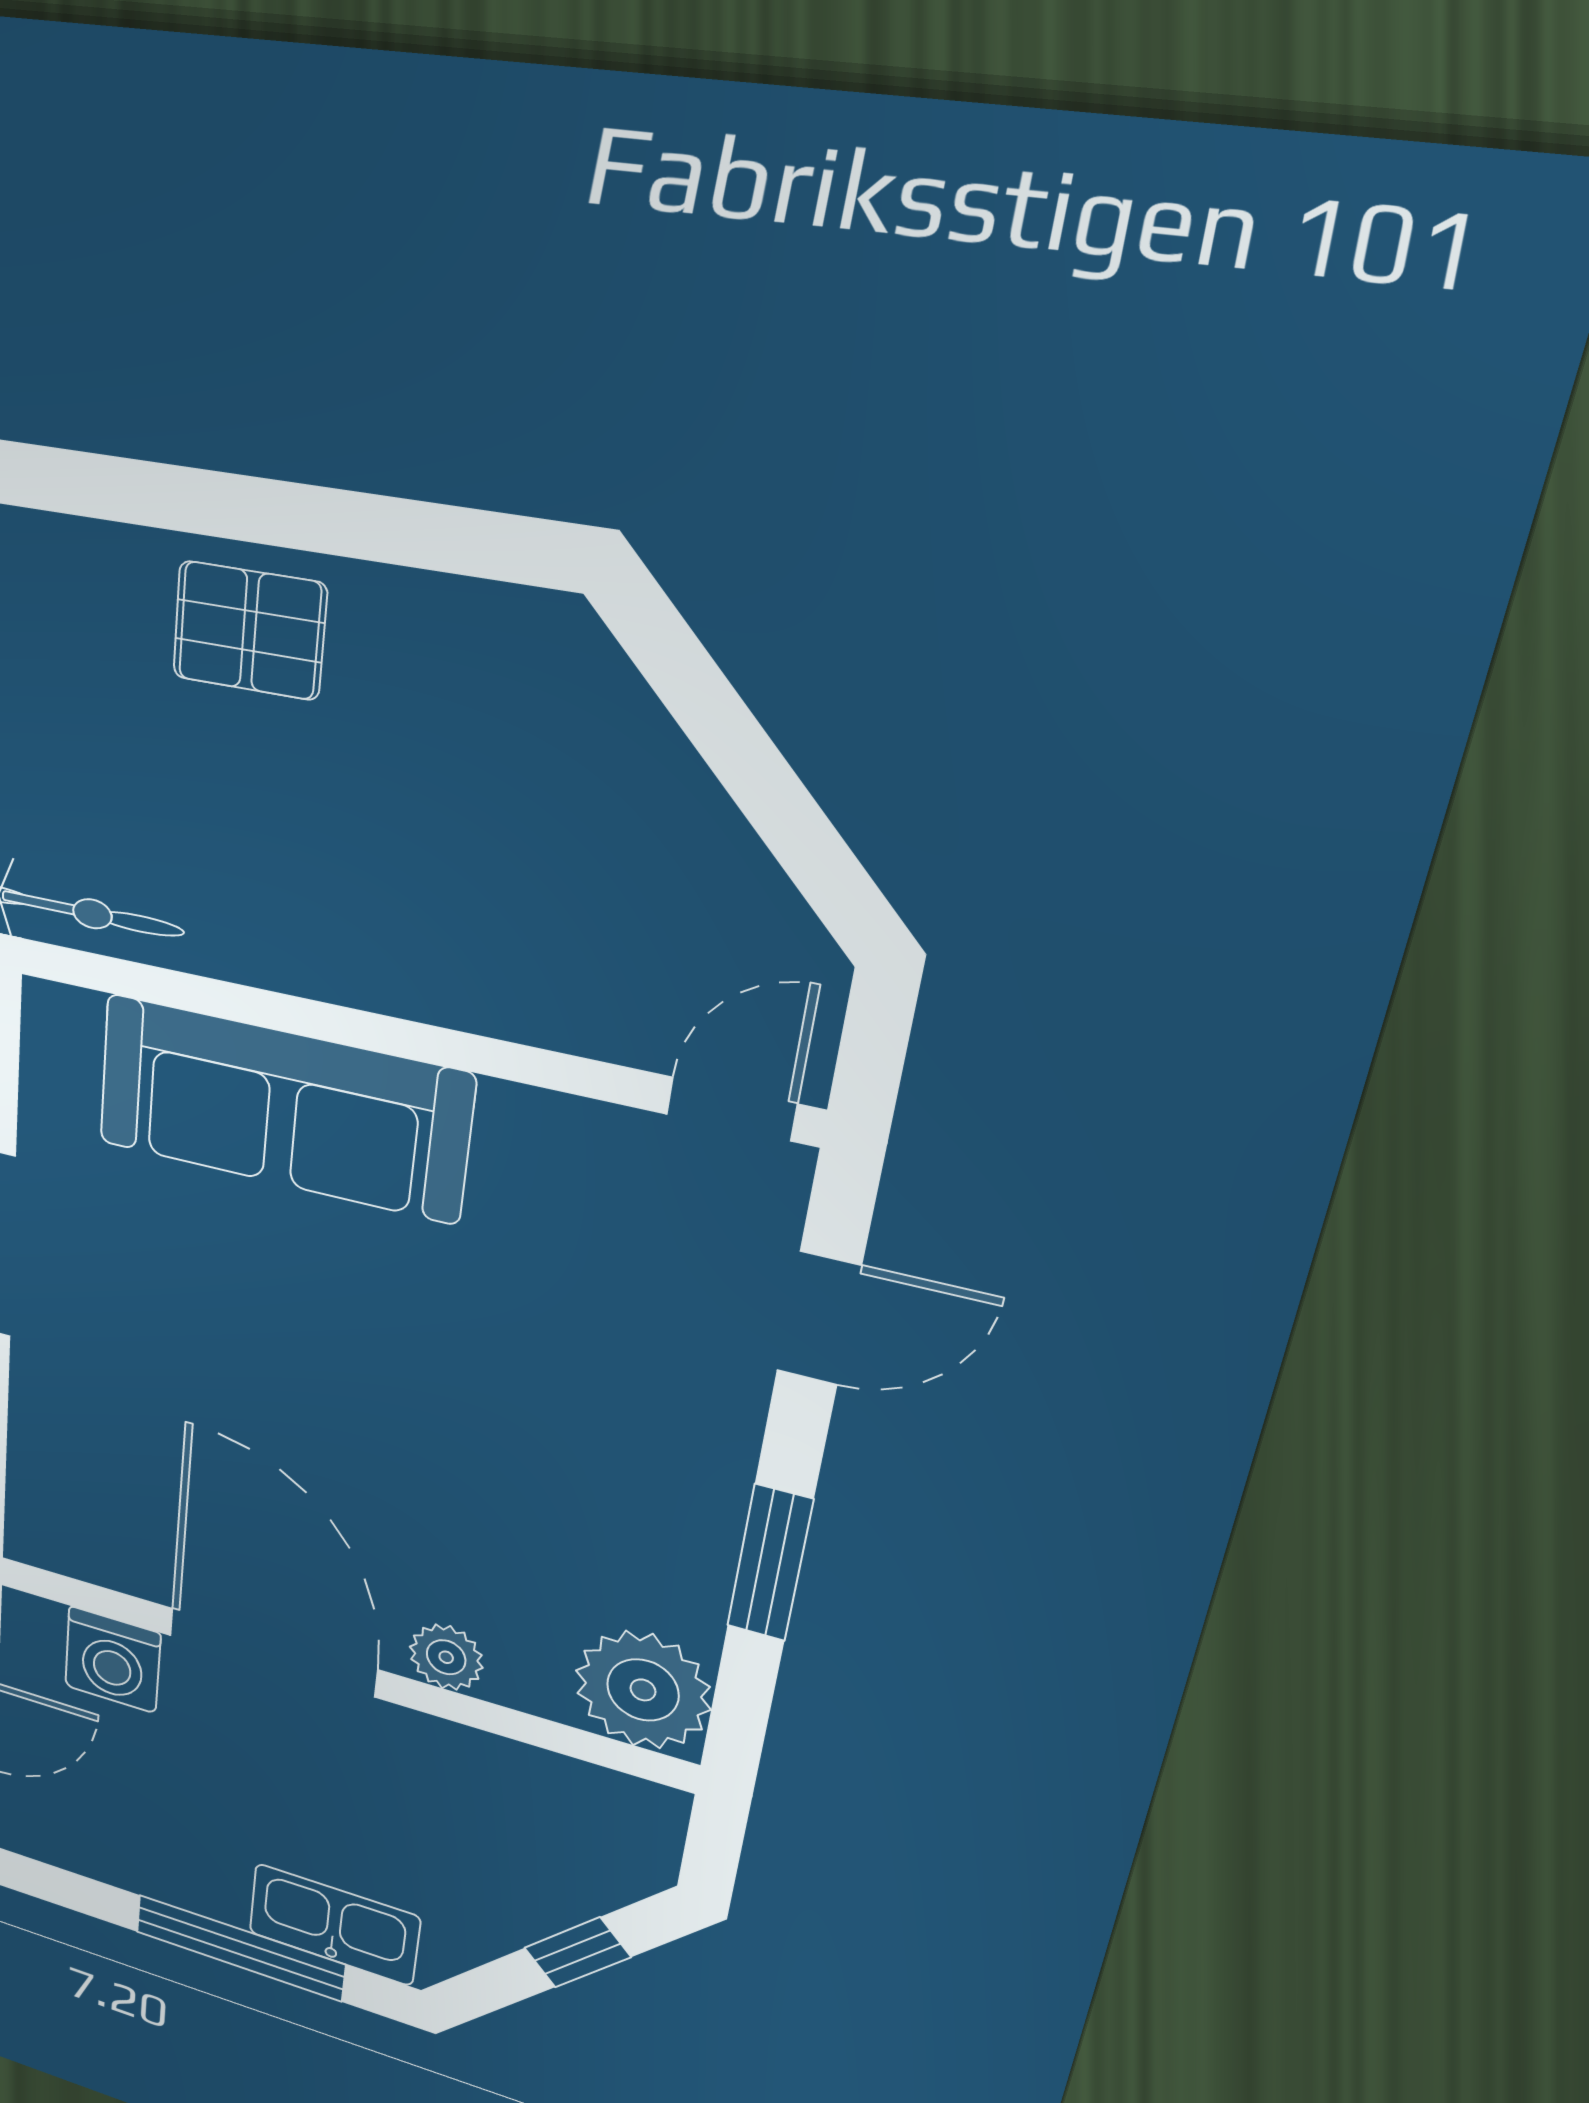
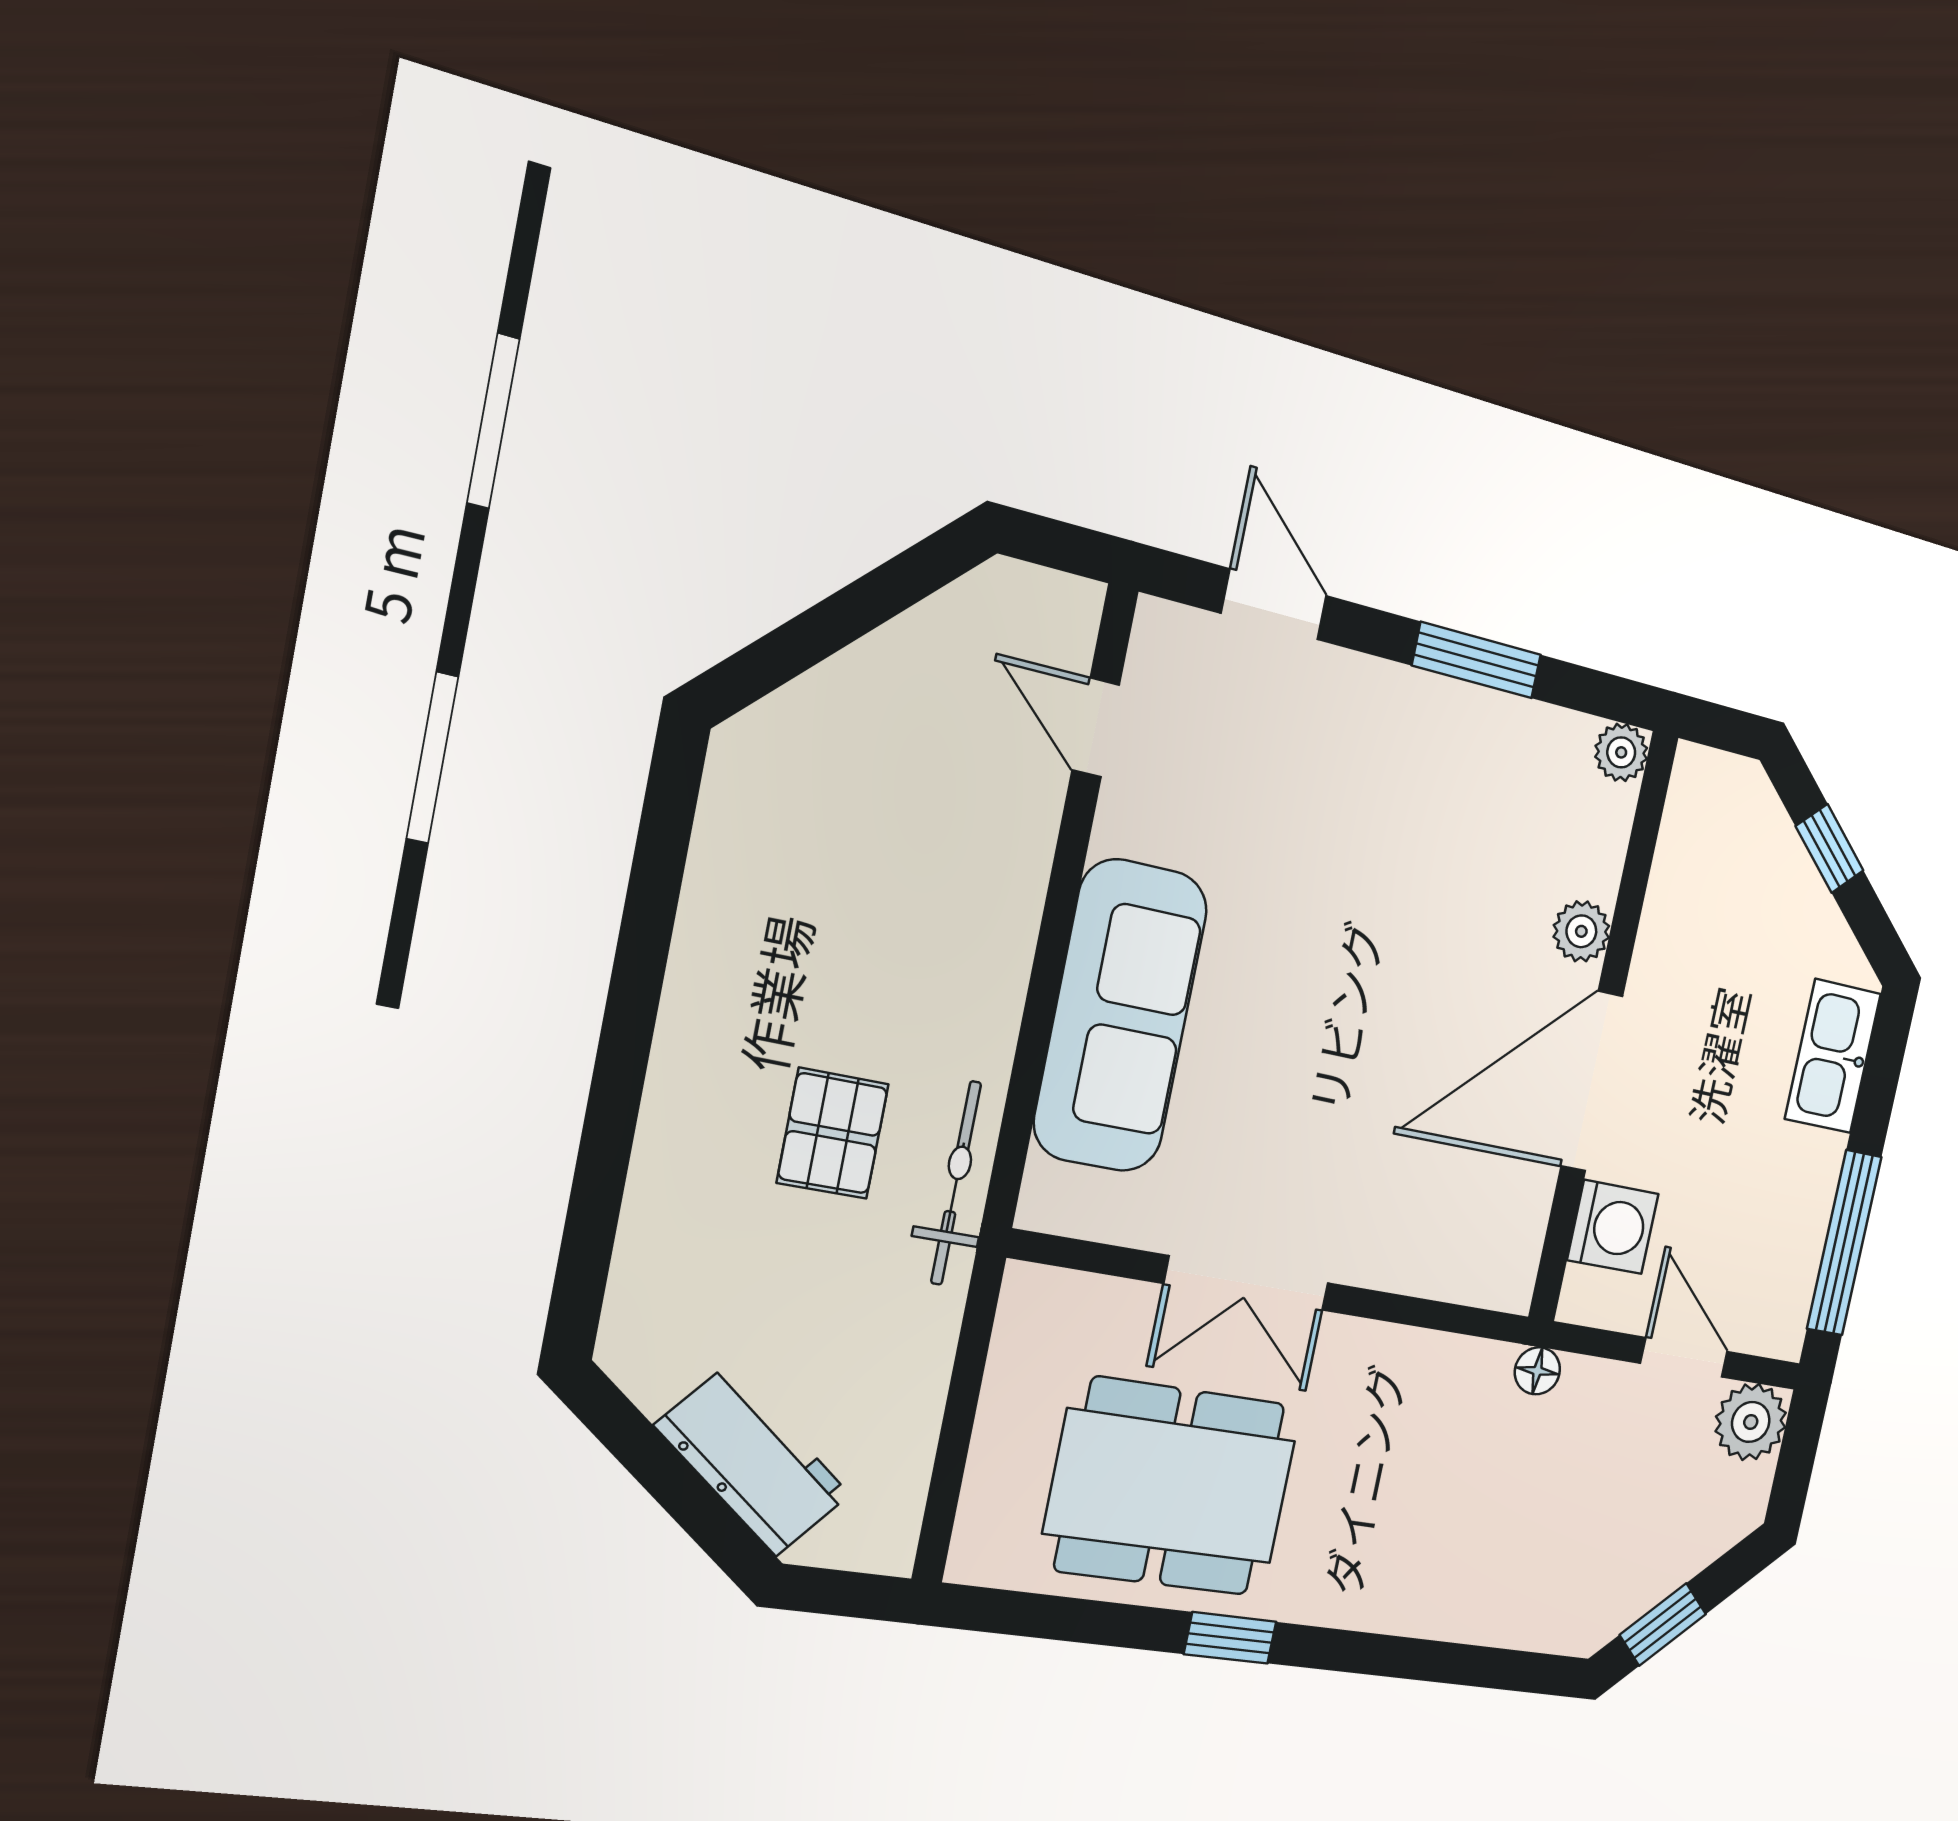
pallet: (249, 631) -> (833, 1133), moved
door: (732, 1109) -> (1096, 728), moved
plant: (643, 1690) -> (1621, 752), width x0.53, depth x0.53
window: (240, 1948) -> (1844, 1243), moved

